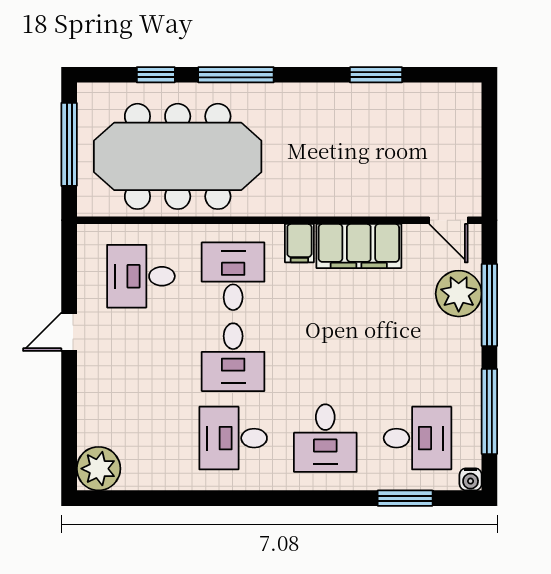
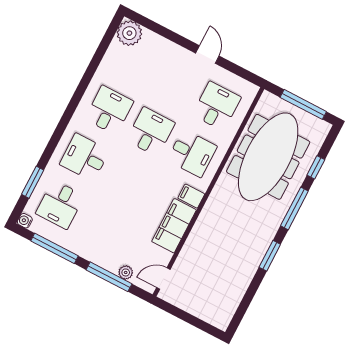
window: (376, 75) -> (270, 256), moved
plant: (459, 294) -> (126, 272), width x0.53, depth x0.53
desk: (233, 357) -> (151, 132), turned 90

